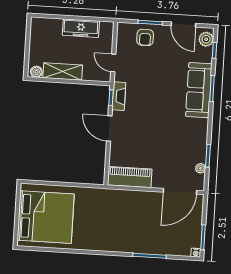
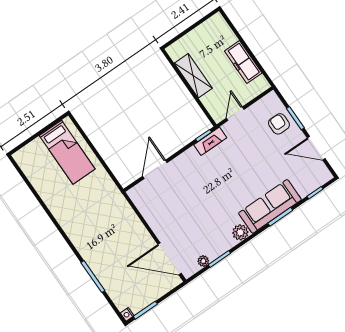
door: (183, 24) -> (316, 148), hinge flipped
armchair: (145, 37) -> (279, 124), turned 90
plant: (206, 39) -> (240, 232), moved
boiler: (36, 72) -> (175, 53), removed
door: (109, 129) -> (155, 169), moved
piano: (130, 177) -> (148, 206), removed
bed: (46, 217) -> (67, 152), width x0.49

